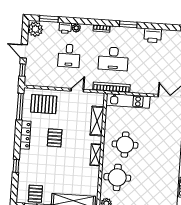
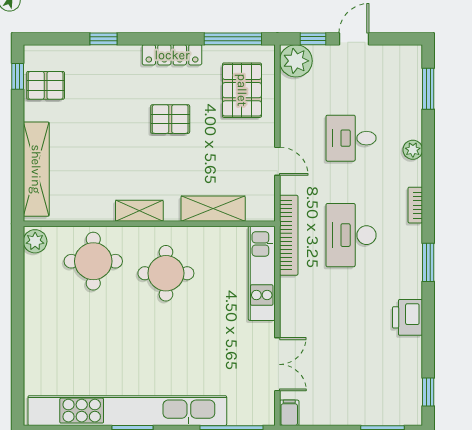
printer: (65, 28) -> (411, 125), removed
plant: (35, 29) -> (296, 61), moved

